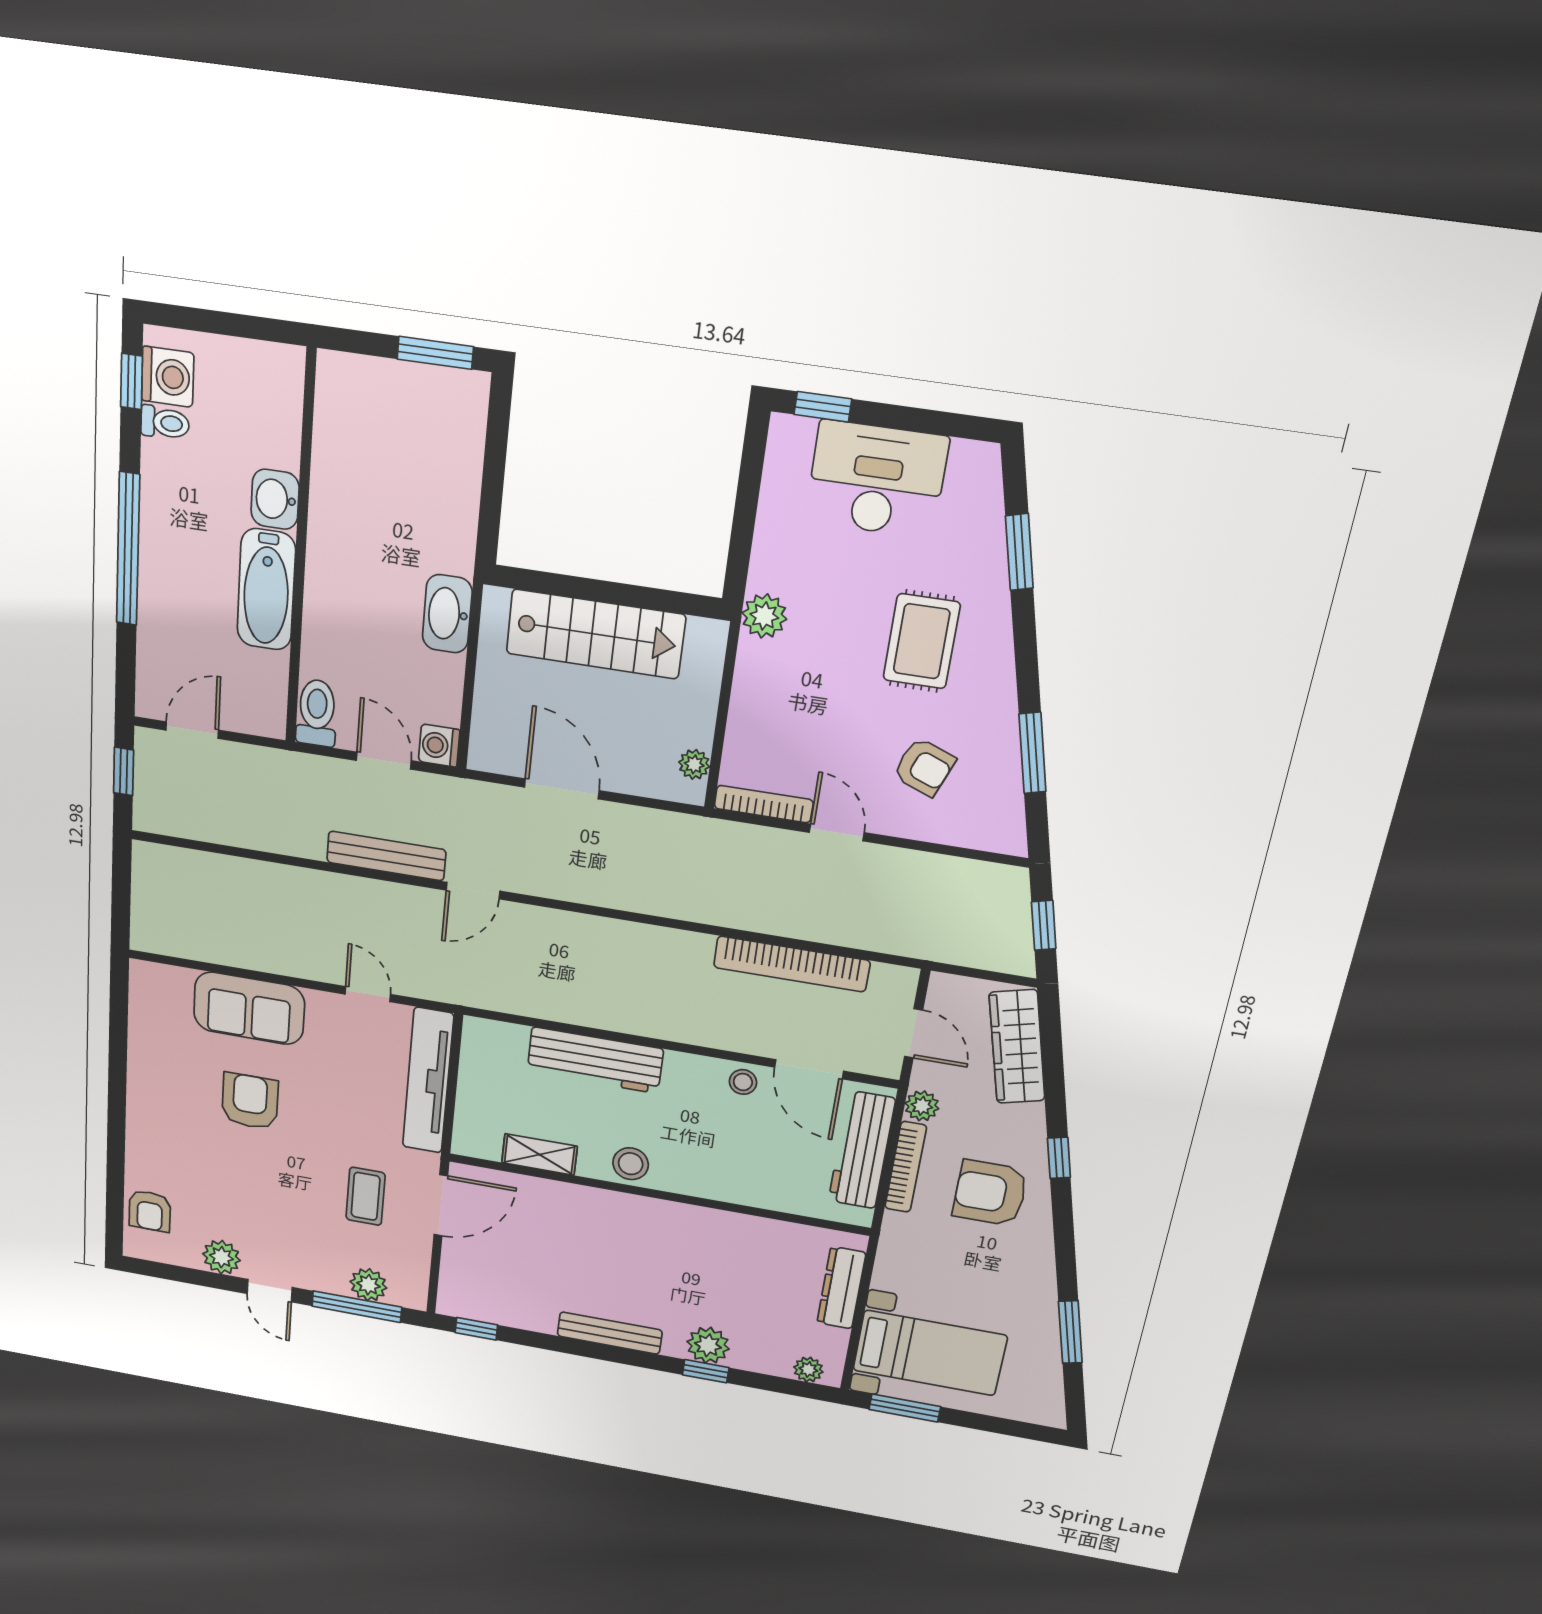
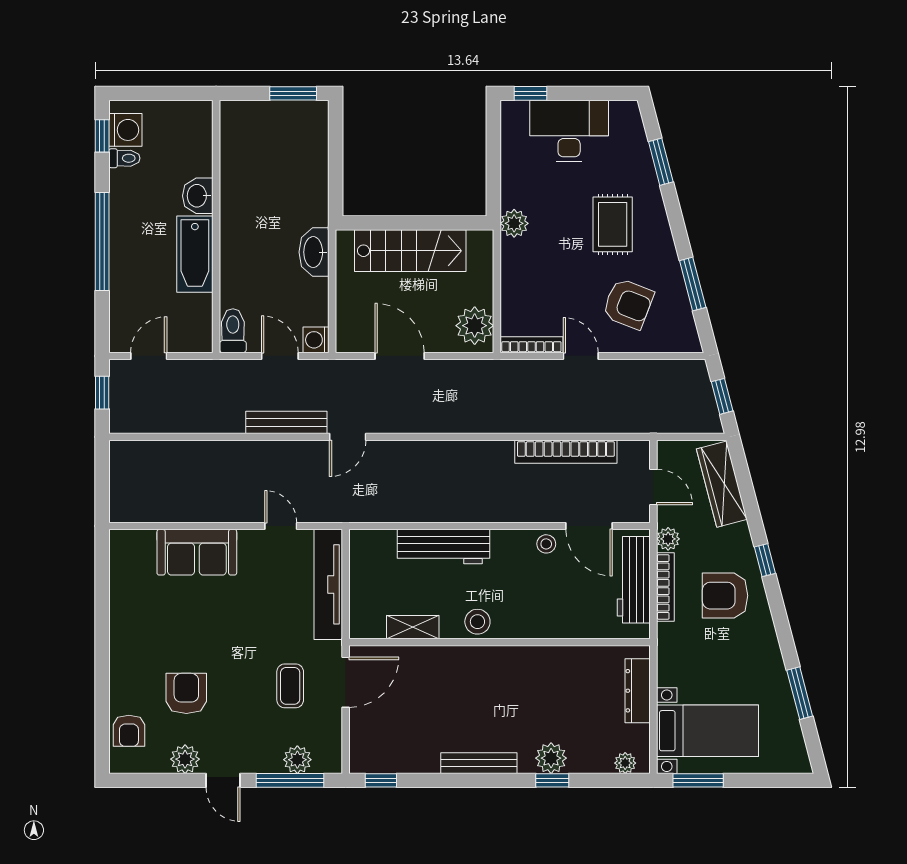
plant: (694, 764) -> (475, 326), width x1.87, depth x1.87
armchair: (924, 767) -> (628, 304), width x1.38, depth x1.38
armchair: (250, 1101) -> (186, 693), moved

